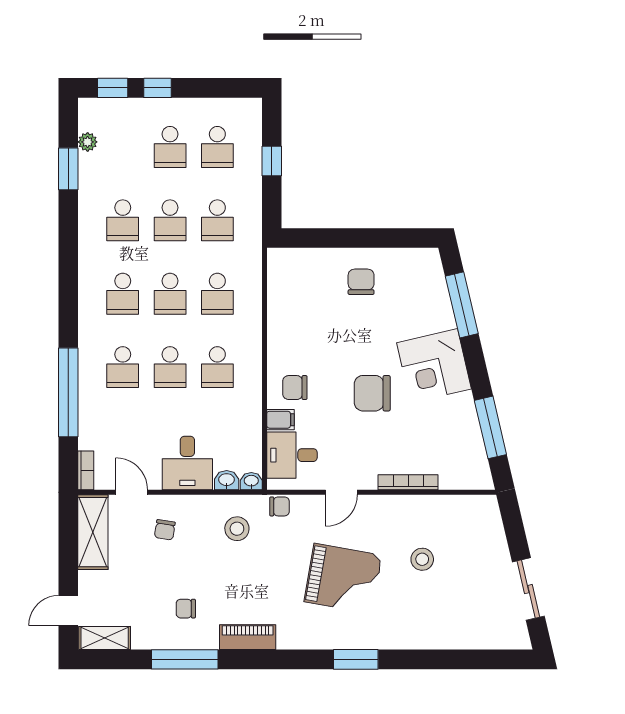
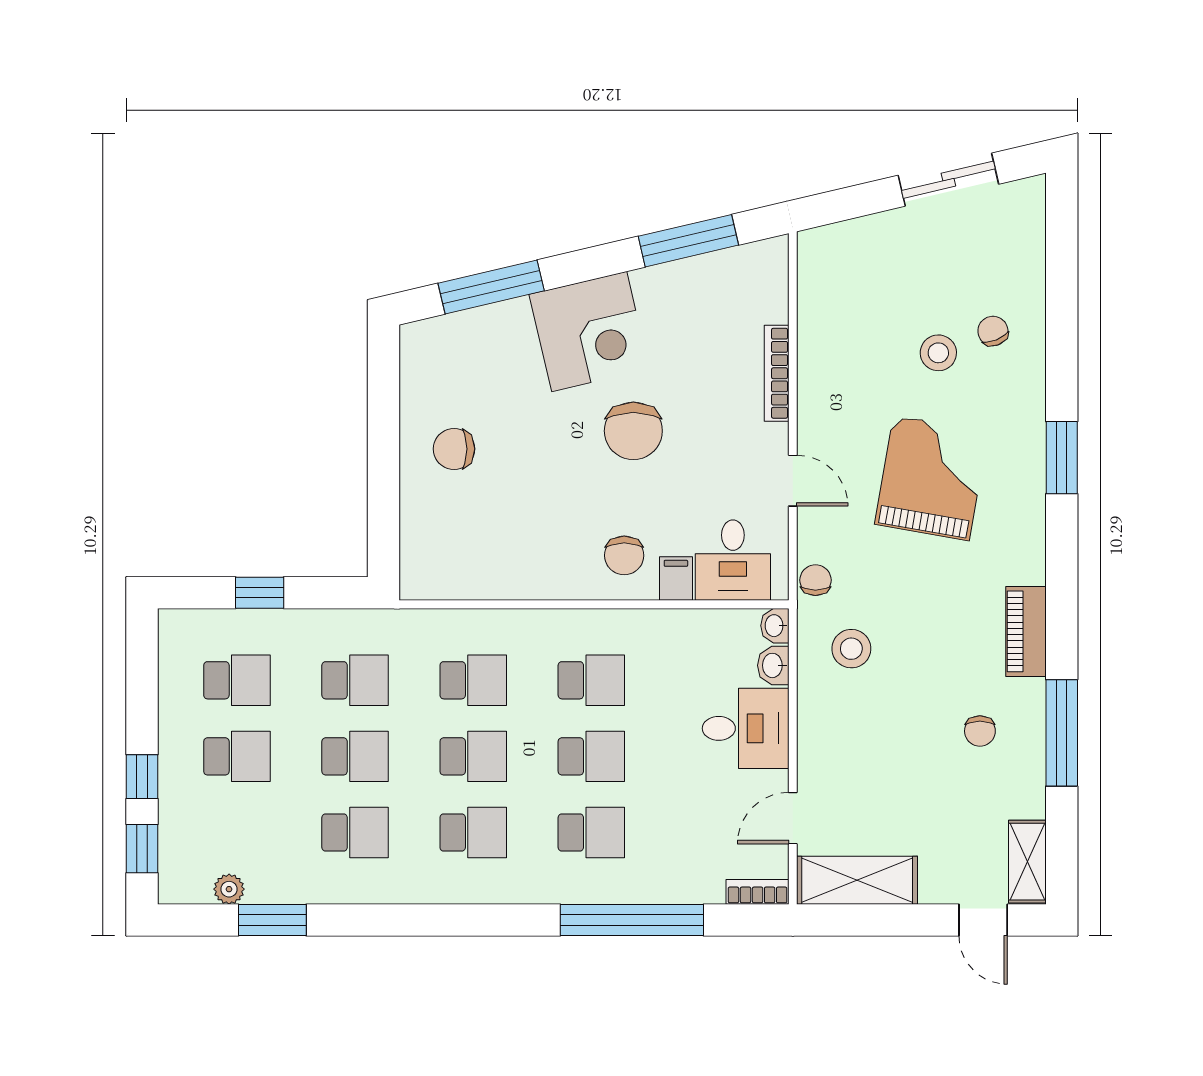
chair: (165, 530) -> (993, 331), moved, turned -121
stool: (422, 559) -> (938, 353), moved

